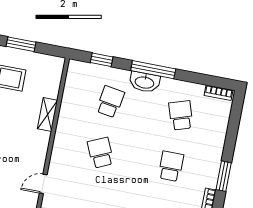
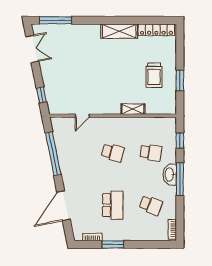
school desk: (181, 115) -> (151, 205), turned 39
school desk: (100, 153) -> (113, 153), turned 39
school desk: (171, 166) -> (113, 205), width x1.85
door: (43, 184) -> (82, 116), swing flipped

